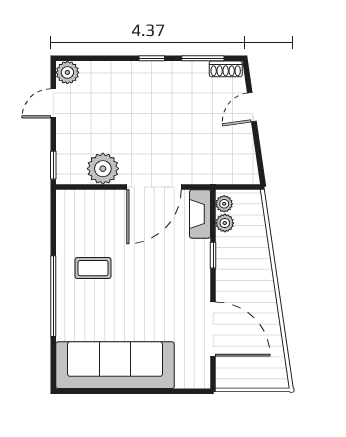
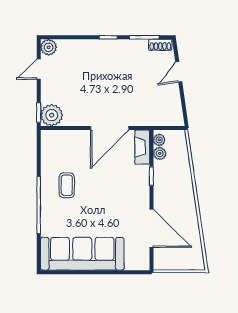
plant: (103, 169) -> (52, 115), moved
coffee table: (93, 268) -> (67, 185), turned 90

